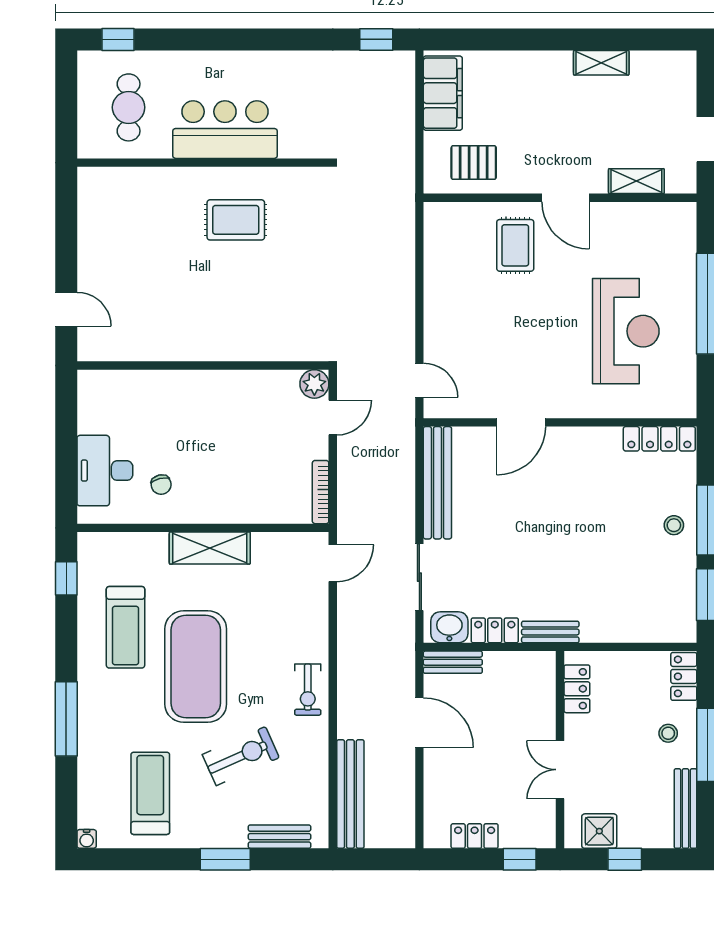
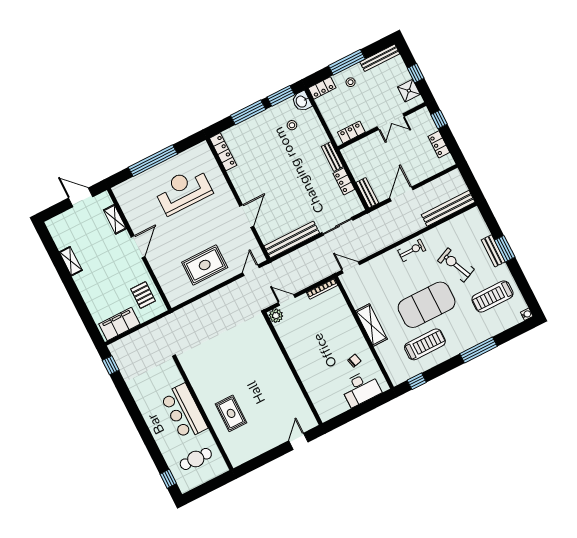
rug: (236, 220) -> (231, 413), moved
rug: (515, 245) -> (205, 265), moved, width x1.36, depth x1.43
door: (521, 422) -> (247, 216), hinge flipped
stool: (674, 525) -> (292, 125), moved
washbasin: (449, 627) -> (302, 101), moved
bench: (279, 837) -> (493, 251), moved

